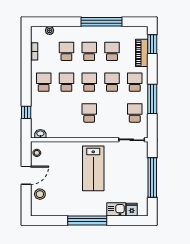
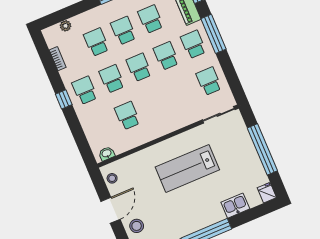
window: (152, 99) -> (214, 34), moved
window: (26, 112) -> (64, 99), moved
school desk: (89, 113) -> (127, 116), moved
lab bench: (93, 168) -> (187, 168), turned 90
fridge: (132, 210) -> (267, 193), moved

